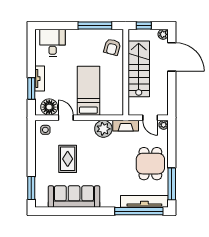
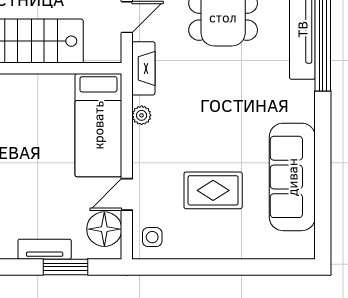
bed: (88, 91) -> (98, 125), moved, turned -90
plant: (103, 129) -> (142, 115), width x0.53, depth x0.53
window: (31, 188) -> (274, 267), removed

